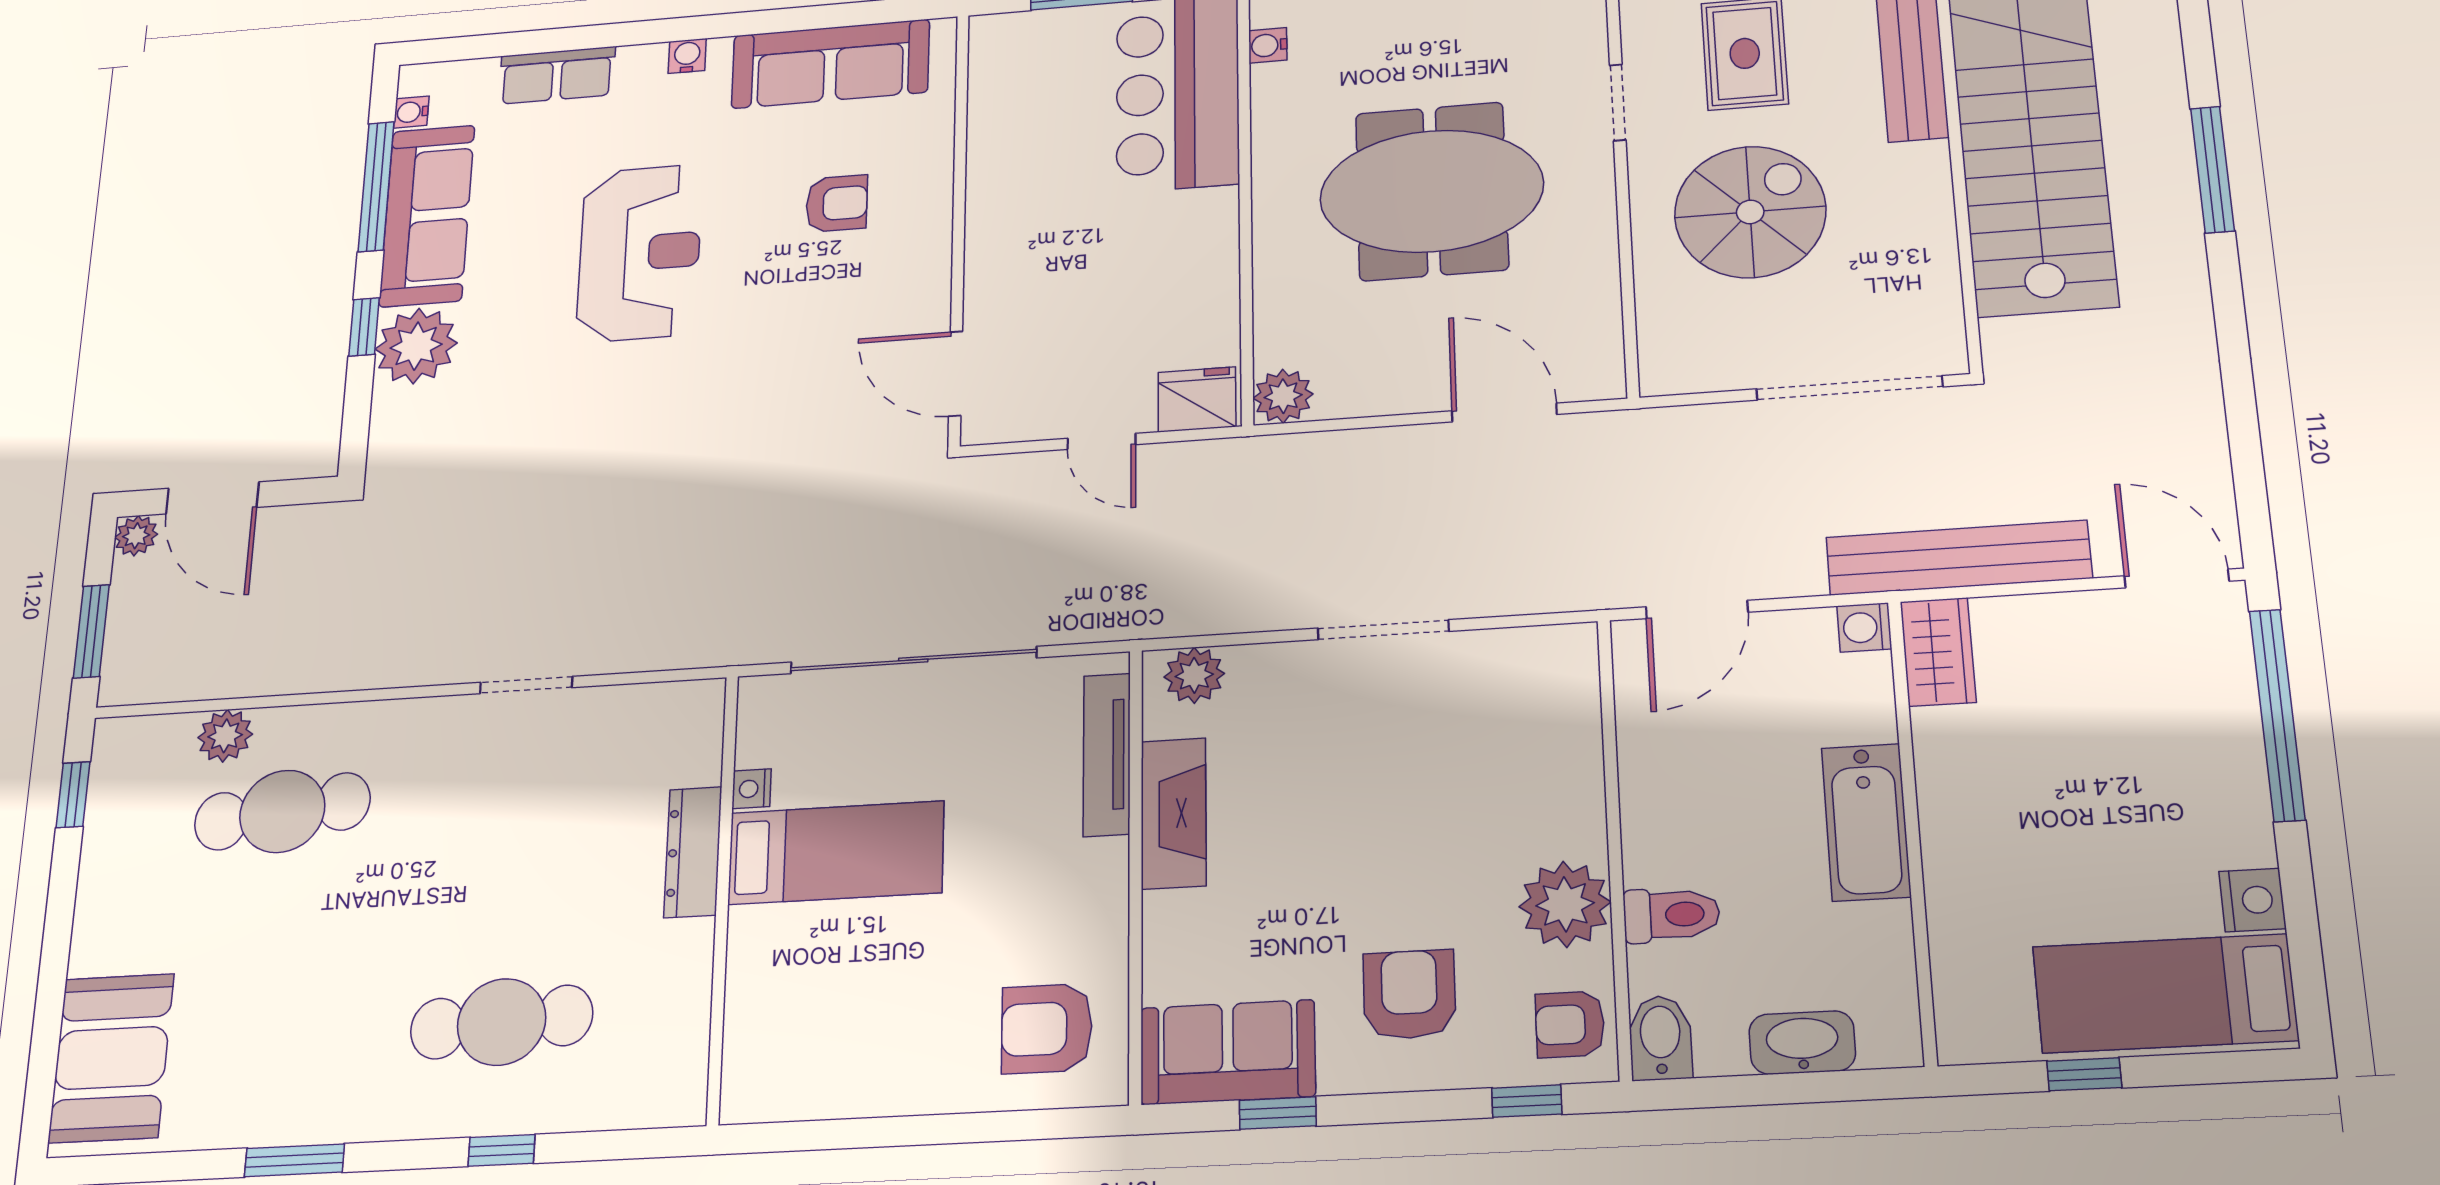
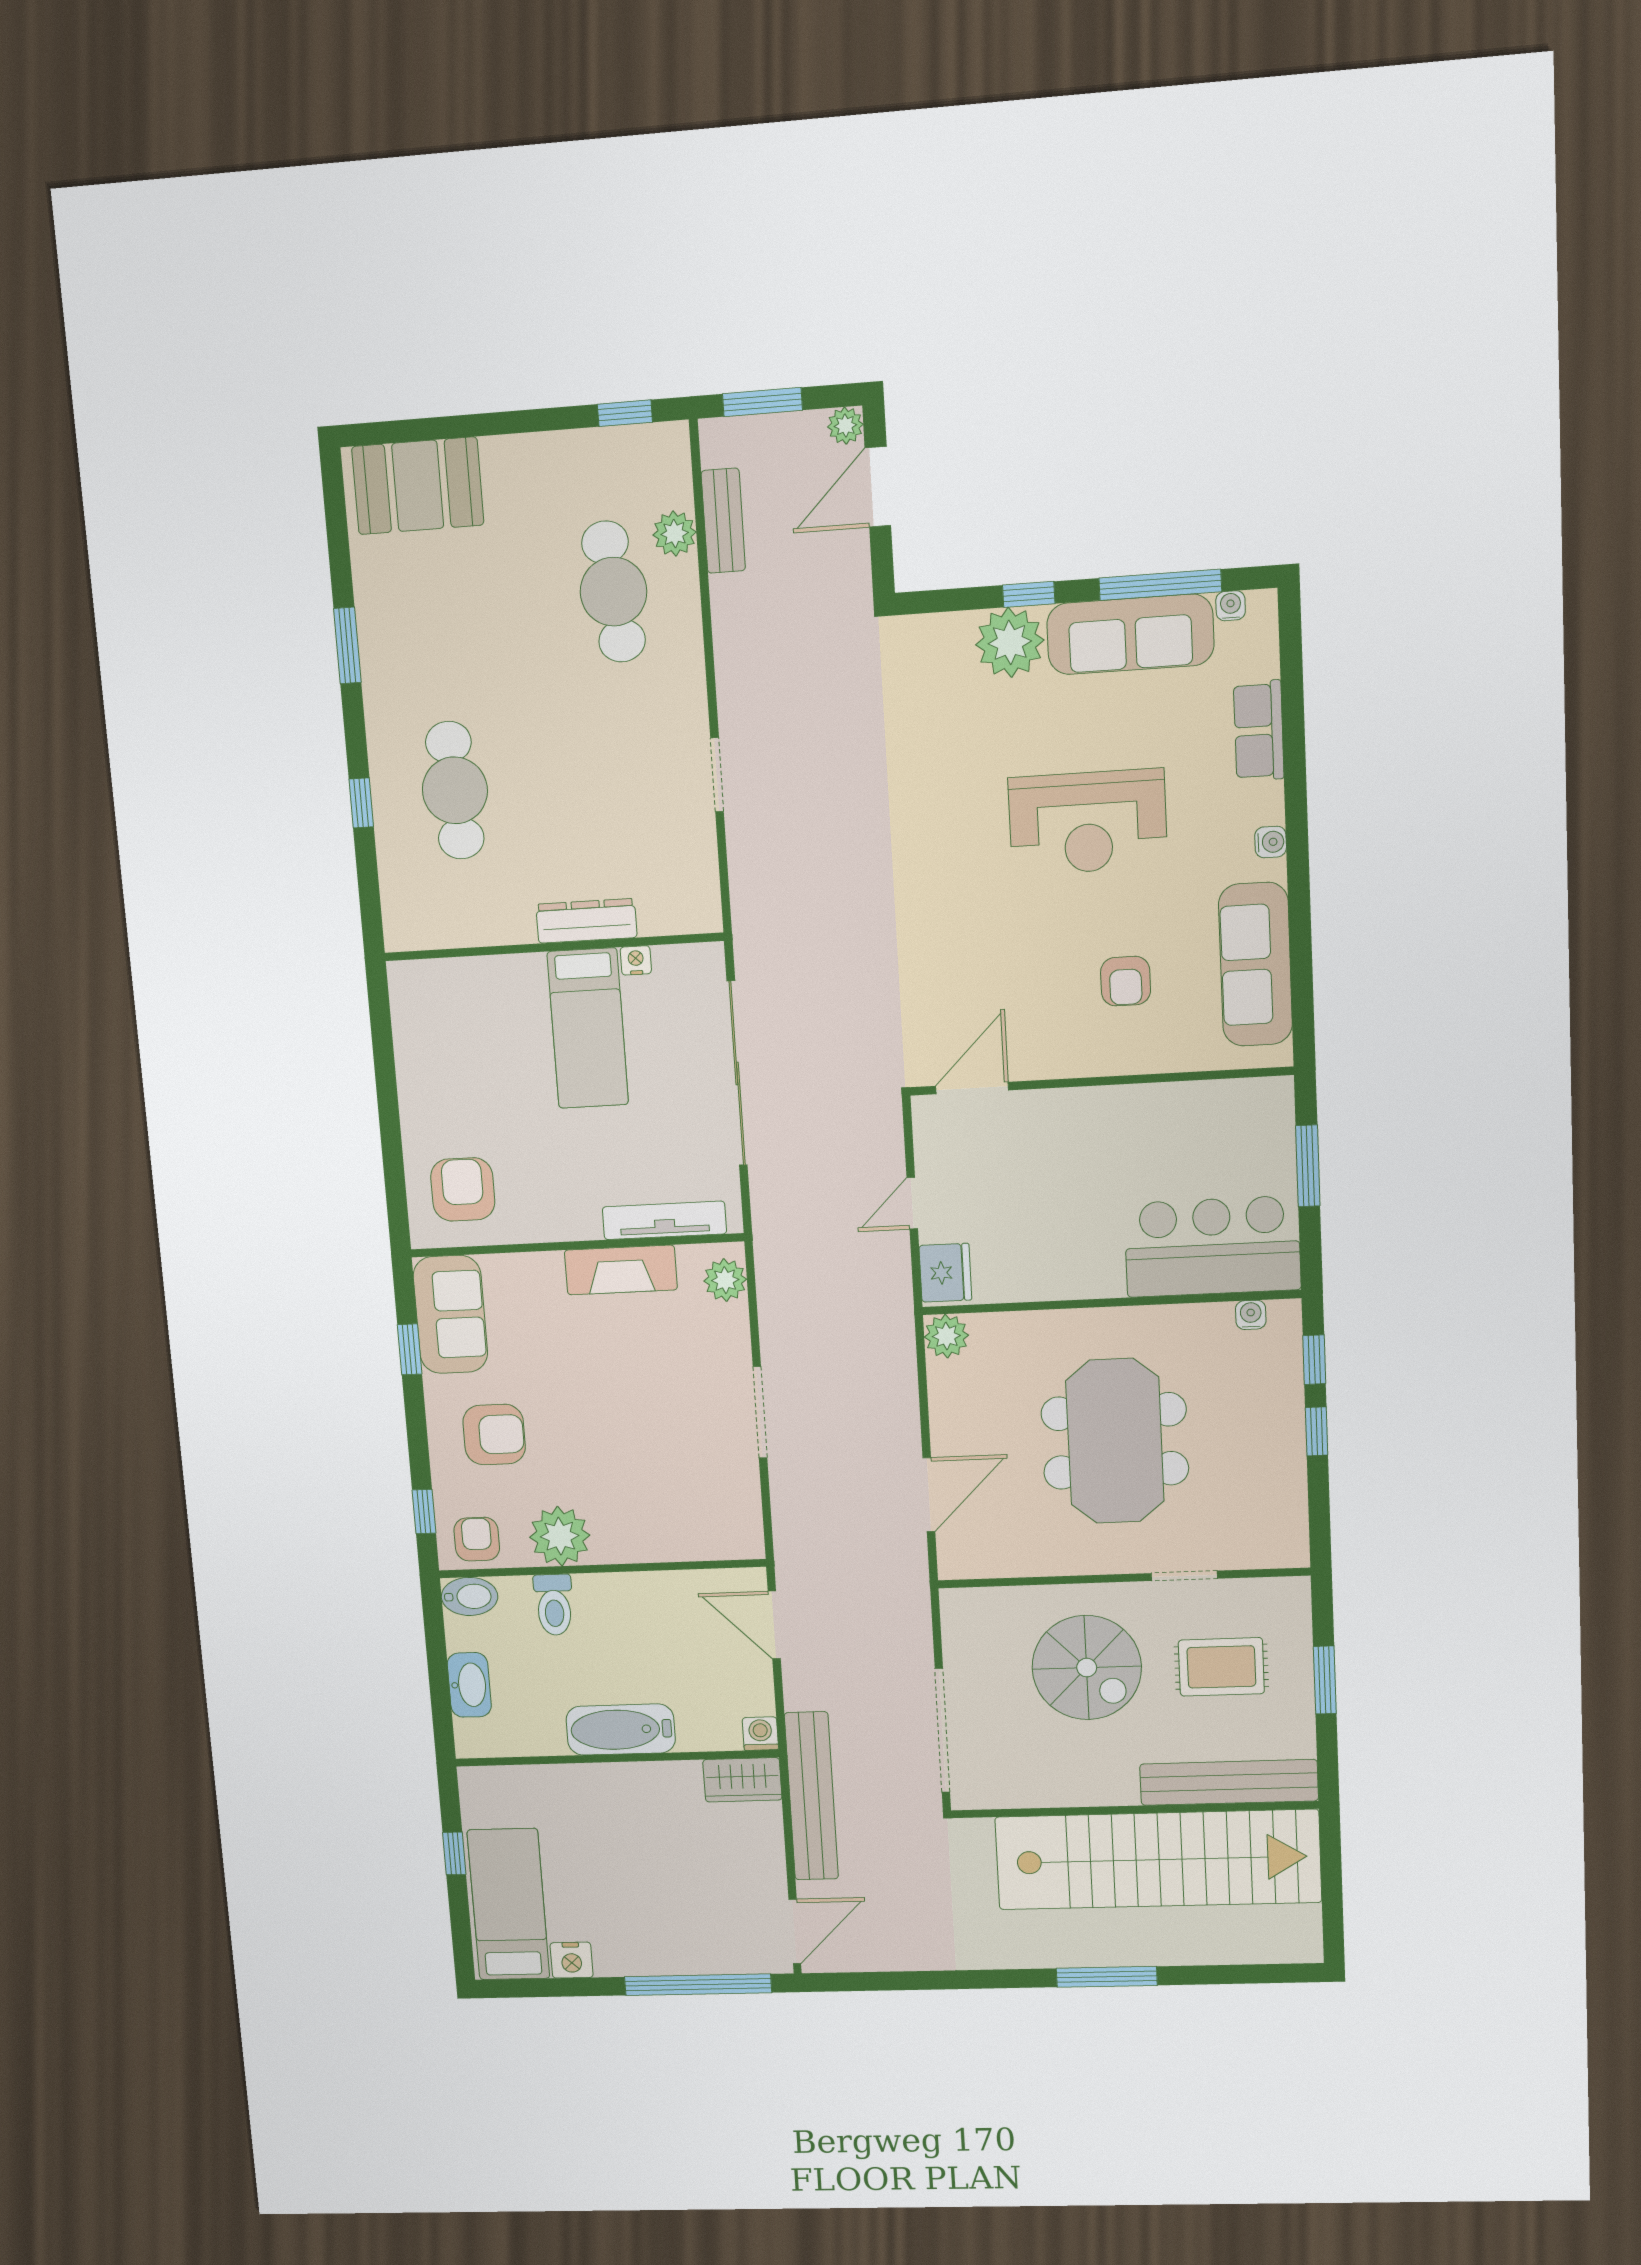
bench: (220, 677) -> (723, 521), added

